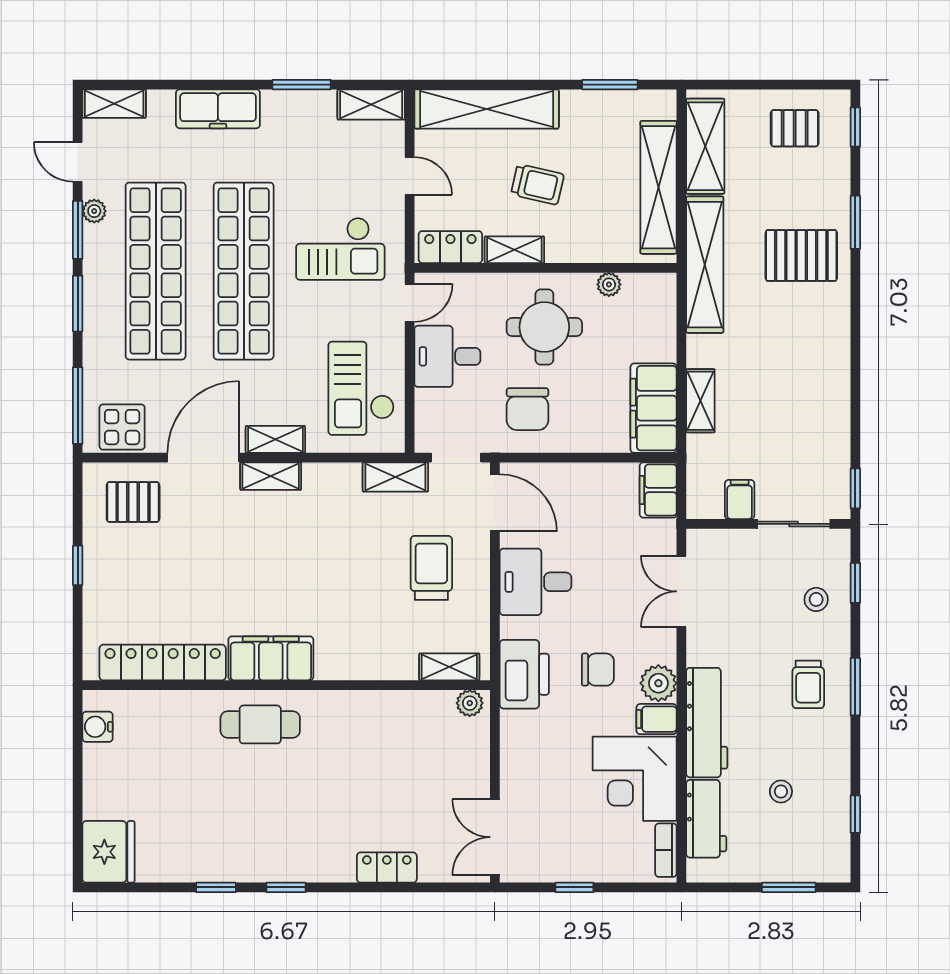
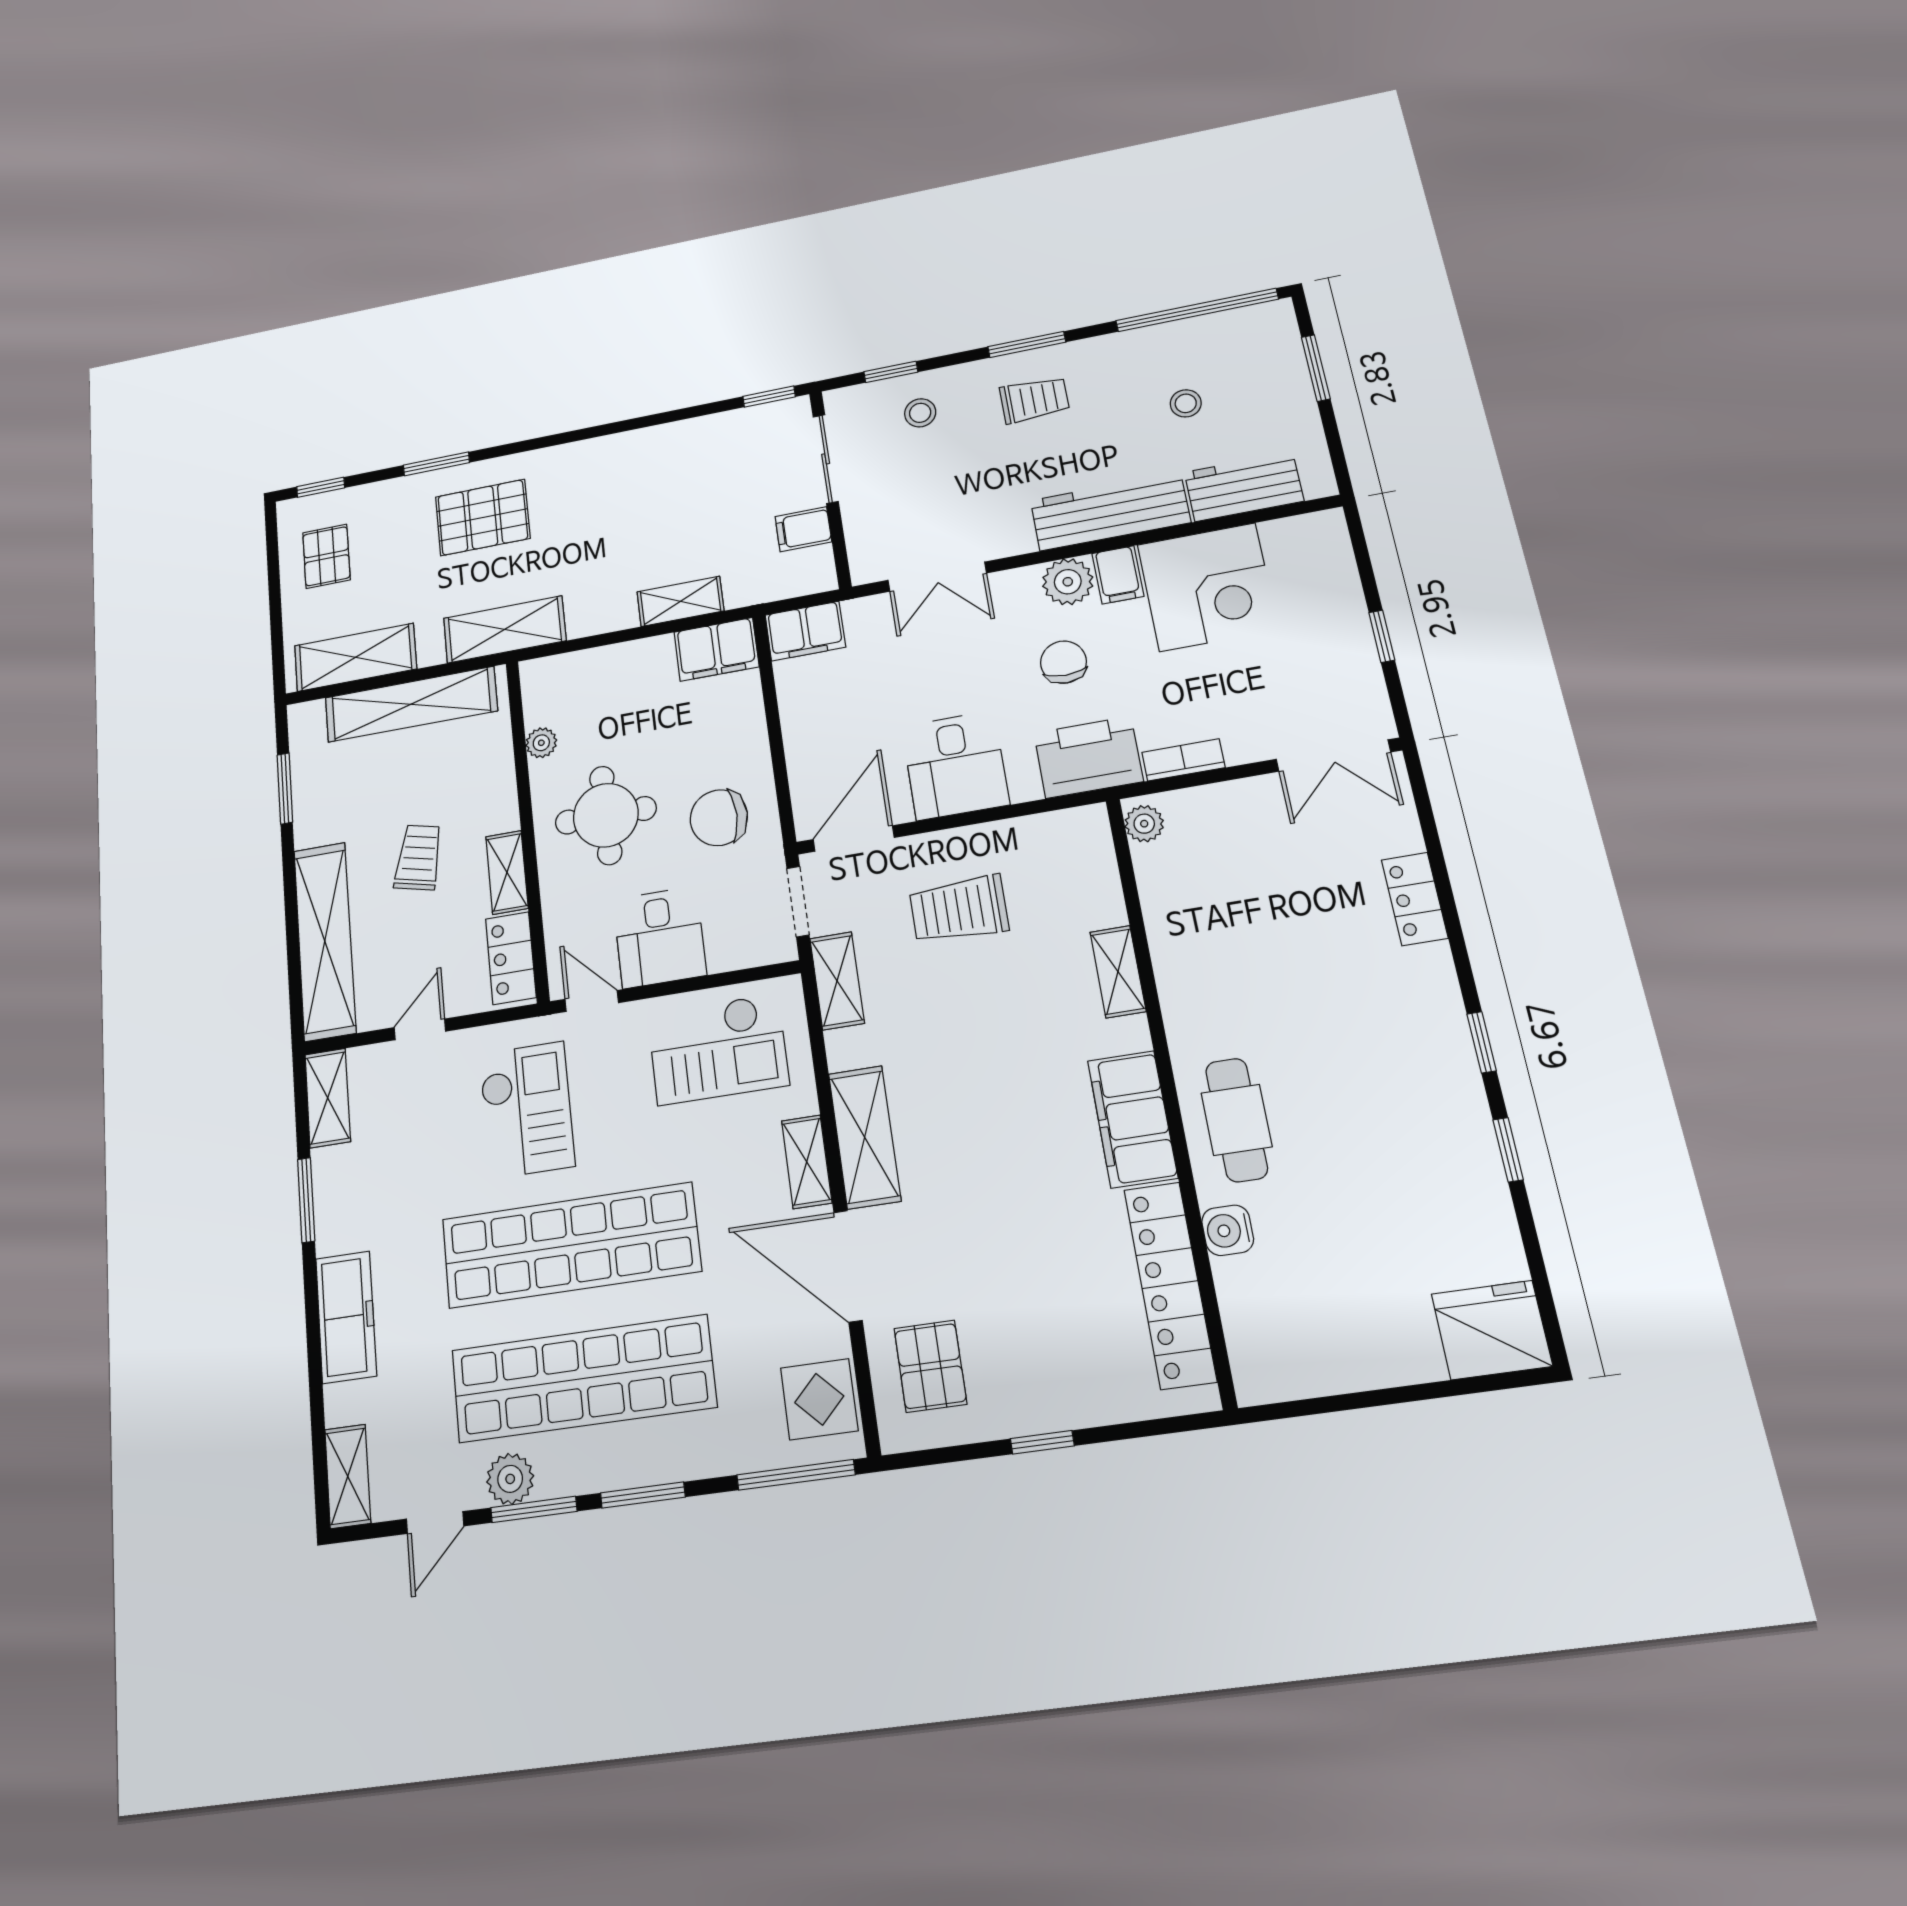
plant: (94, 211) -> (510, 1479), width x1.38, depth x1.38
pallet: (801, 255) -> (483, 518), turned 90
shelving: (705, 265) -> (505, 629), width x0.68
filing cabinet: (654, 408) -> (716, 649), width x0.67, depth x0.86
chair: (528, 409) -> (719, 818), turned 180
shelving: (271, 476) -> (865, 1137), width x1.50, depth x1.33
shelving: (449, 667) -> (1118, 972), moved
water cooler: (98, 727) -> (1228, 1230), moved, turned 90
window: (855, 814) -> (1197, 310), width x3.17
bookcase: (666, 850) -> (1183, 760), moved, turned 180

